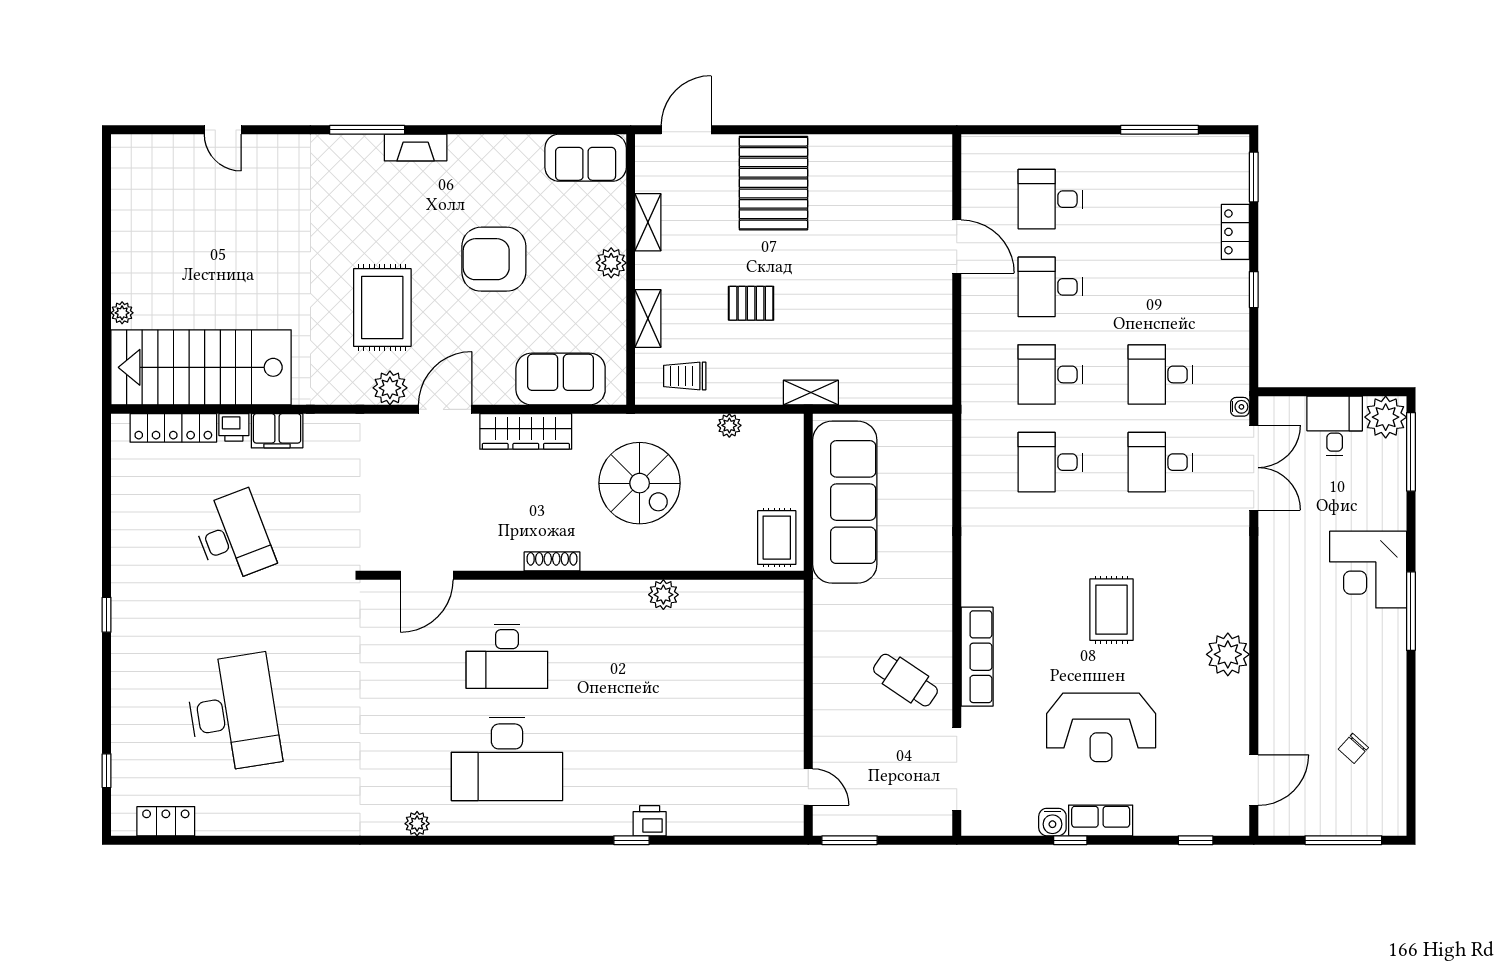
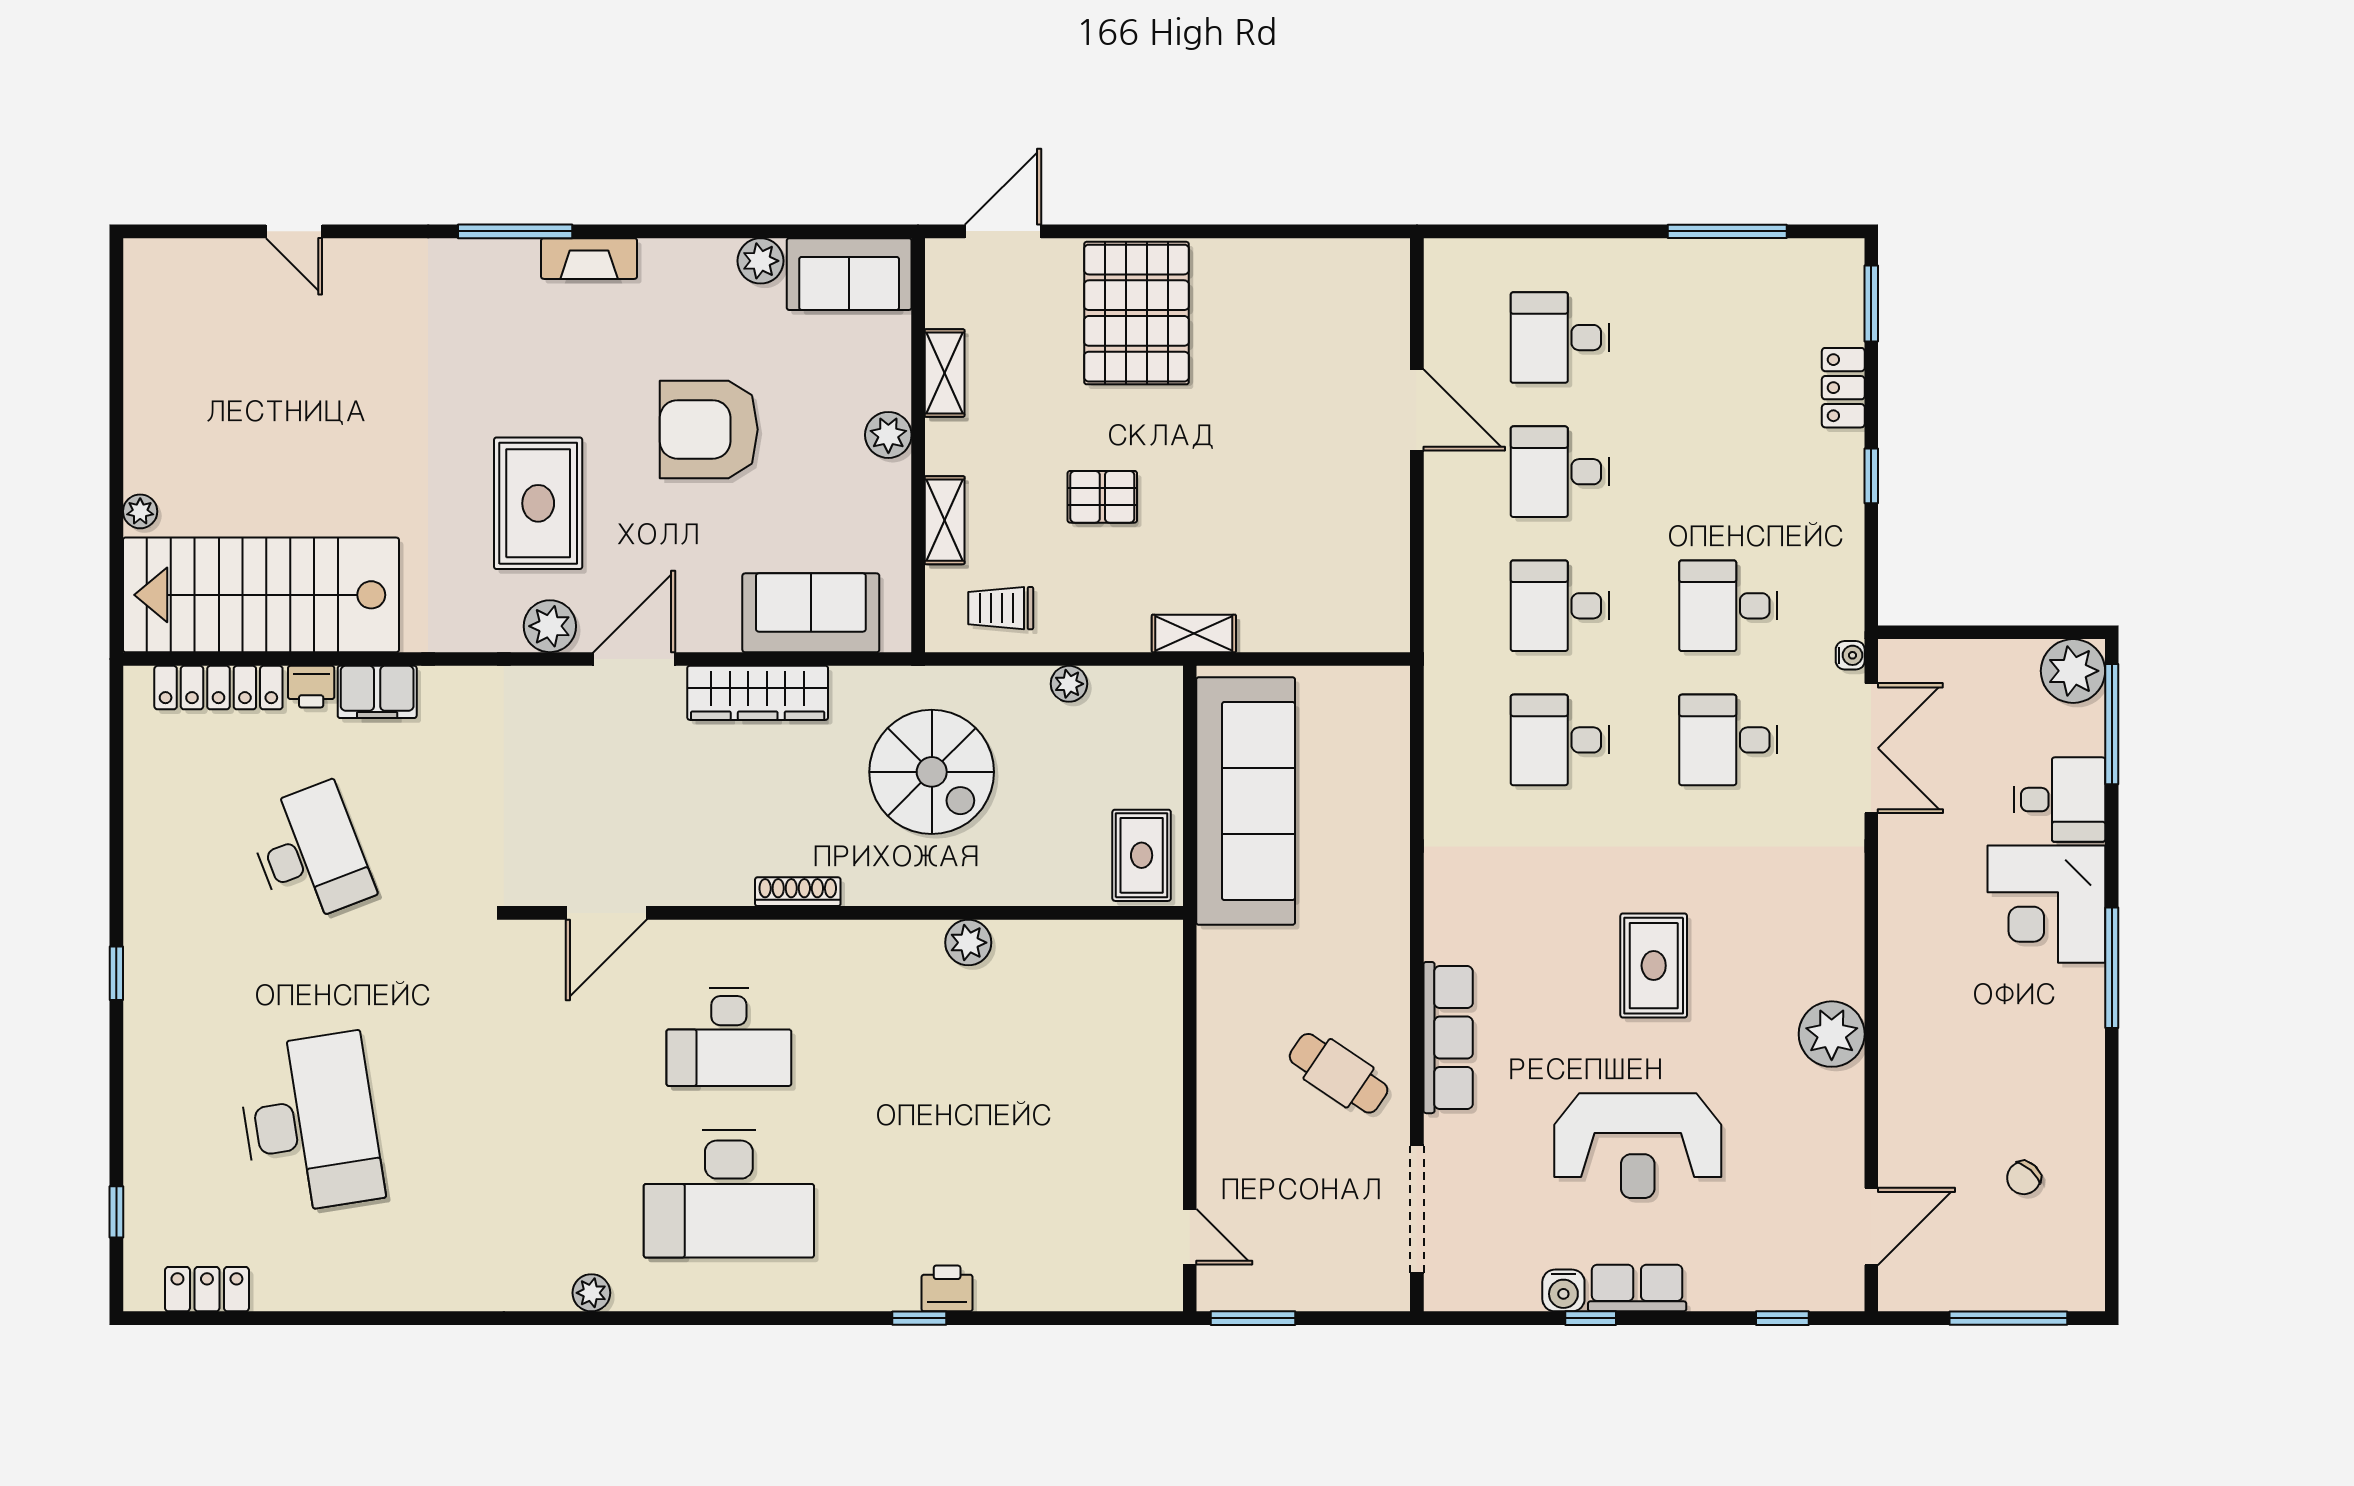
plant: (528, 149) -> (760, 261), added
desk: (1335, 426) -> (2059, 800), moved, turned 90

